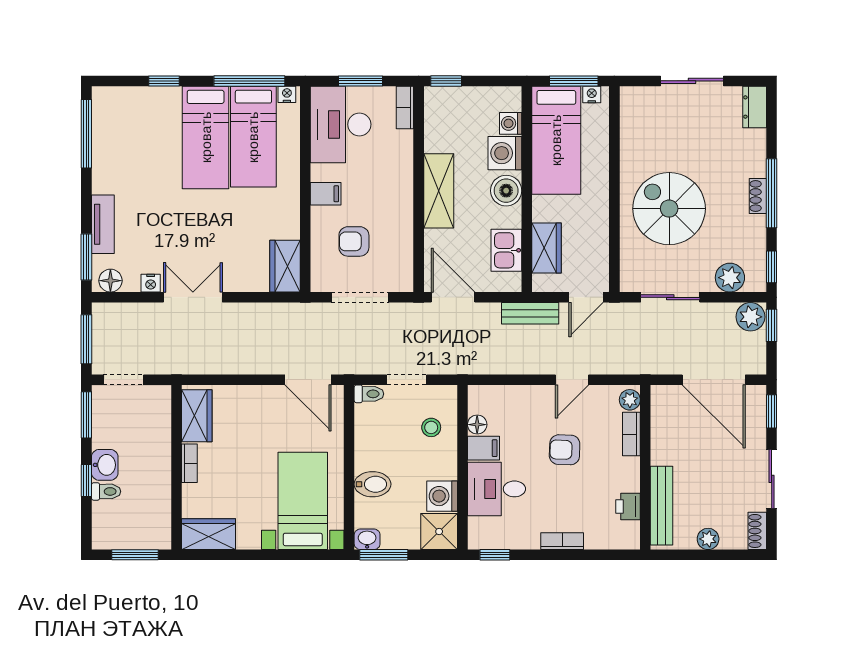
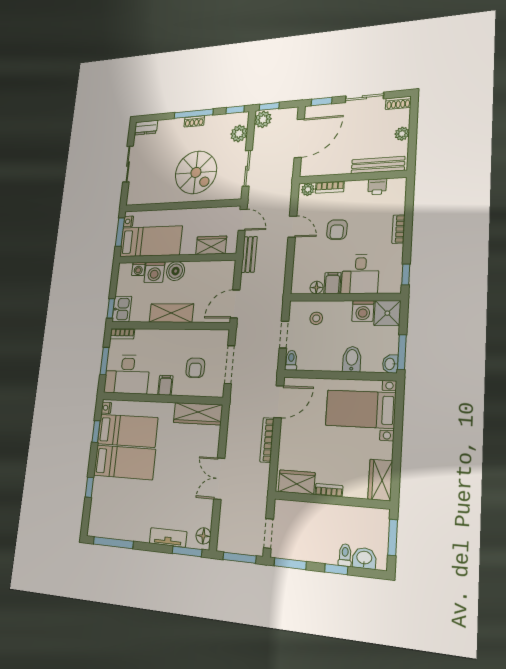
window: (249, 81) -> (96, 431), width x0.46
spiral stairs: (669, 209) -> (196, 172), turned -90
kitchen sink: (506, 250) -> (122, 309), moved, turned -90
wardrobe: (285, 266) -> (198, 414), width x1.50
nightstand: (151, 283) -> (208, 508), removed
bookcase: (253, 366) -> (267, 440), added
washbasin: (105, 465) -> (364, 558), moved

